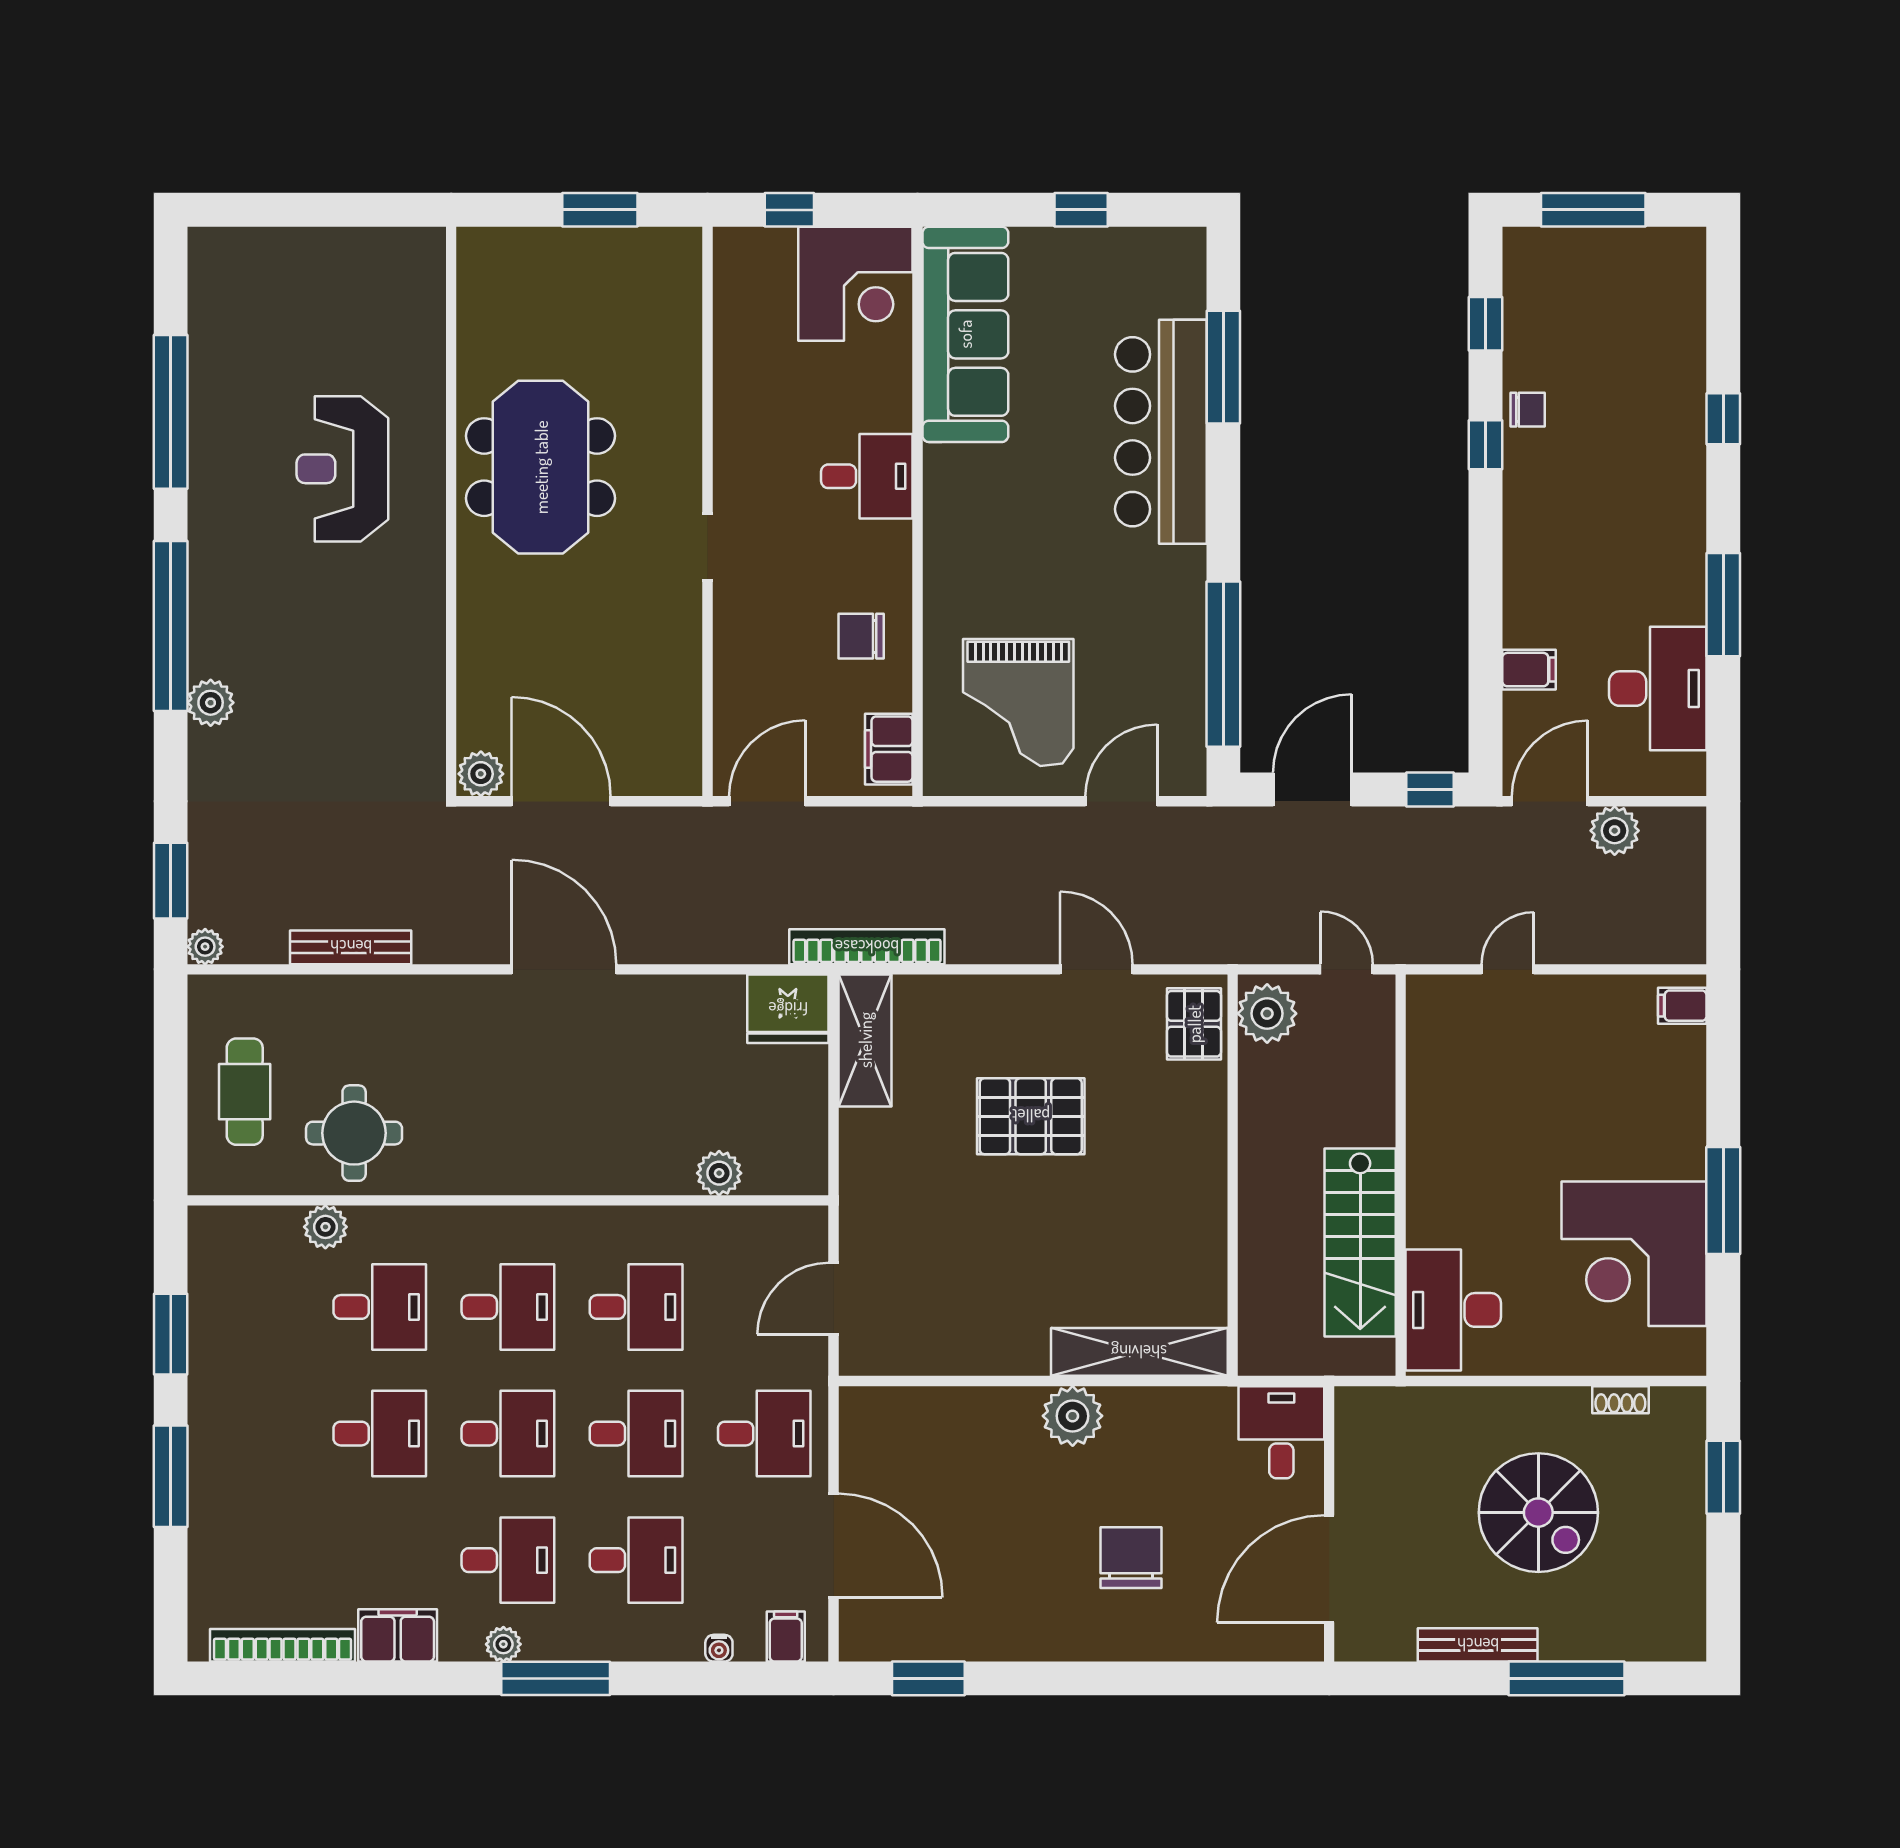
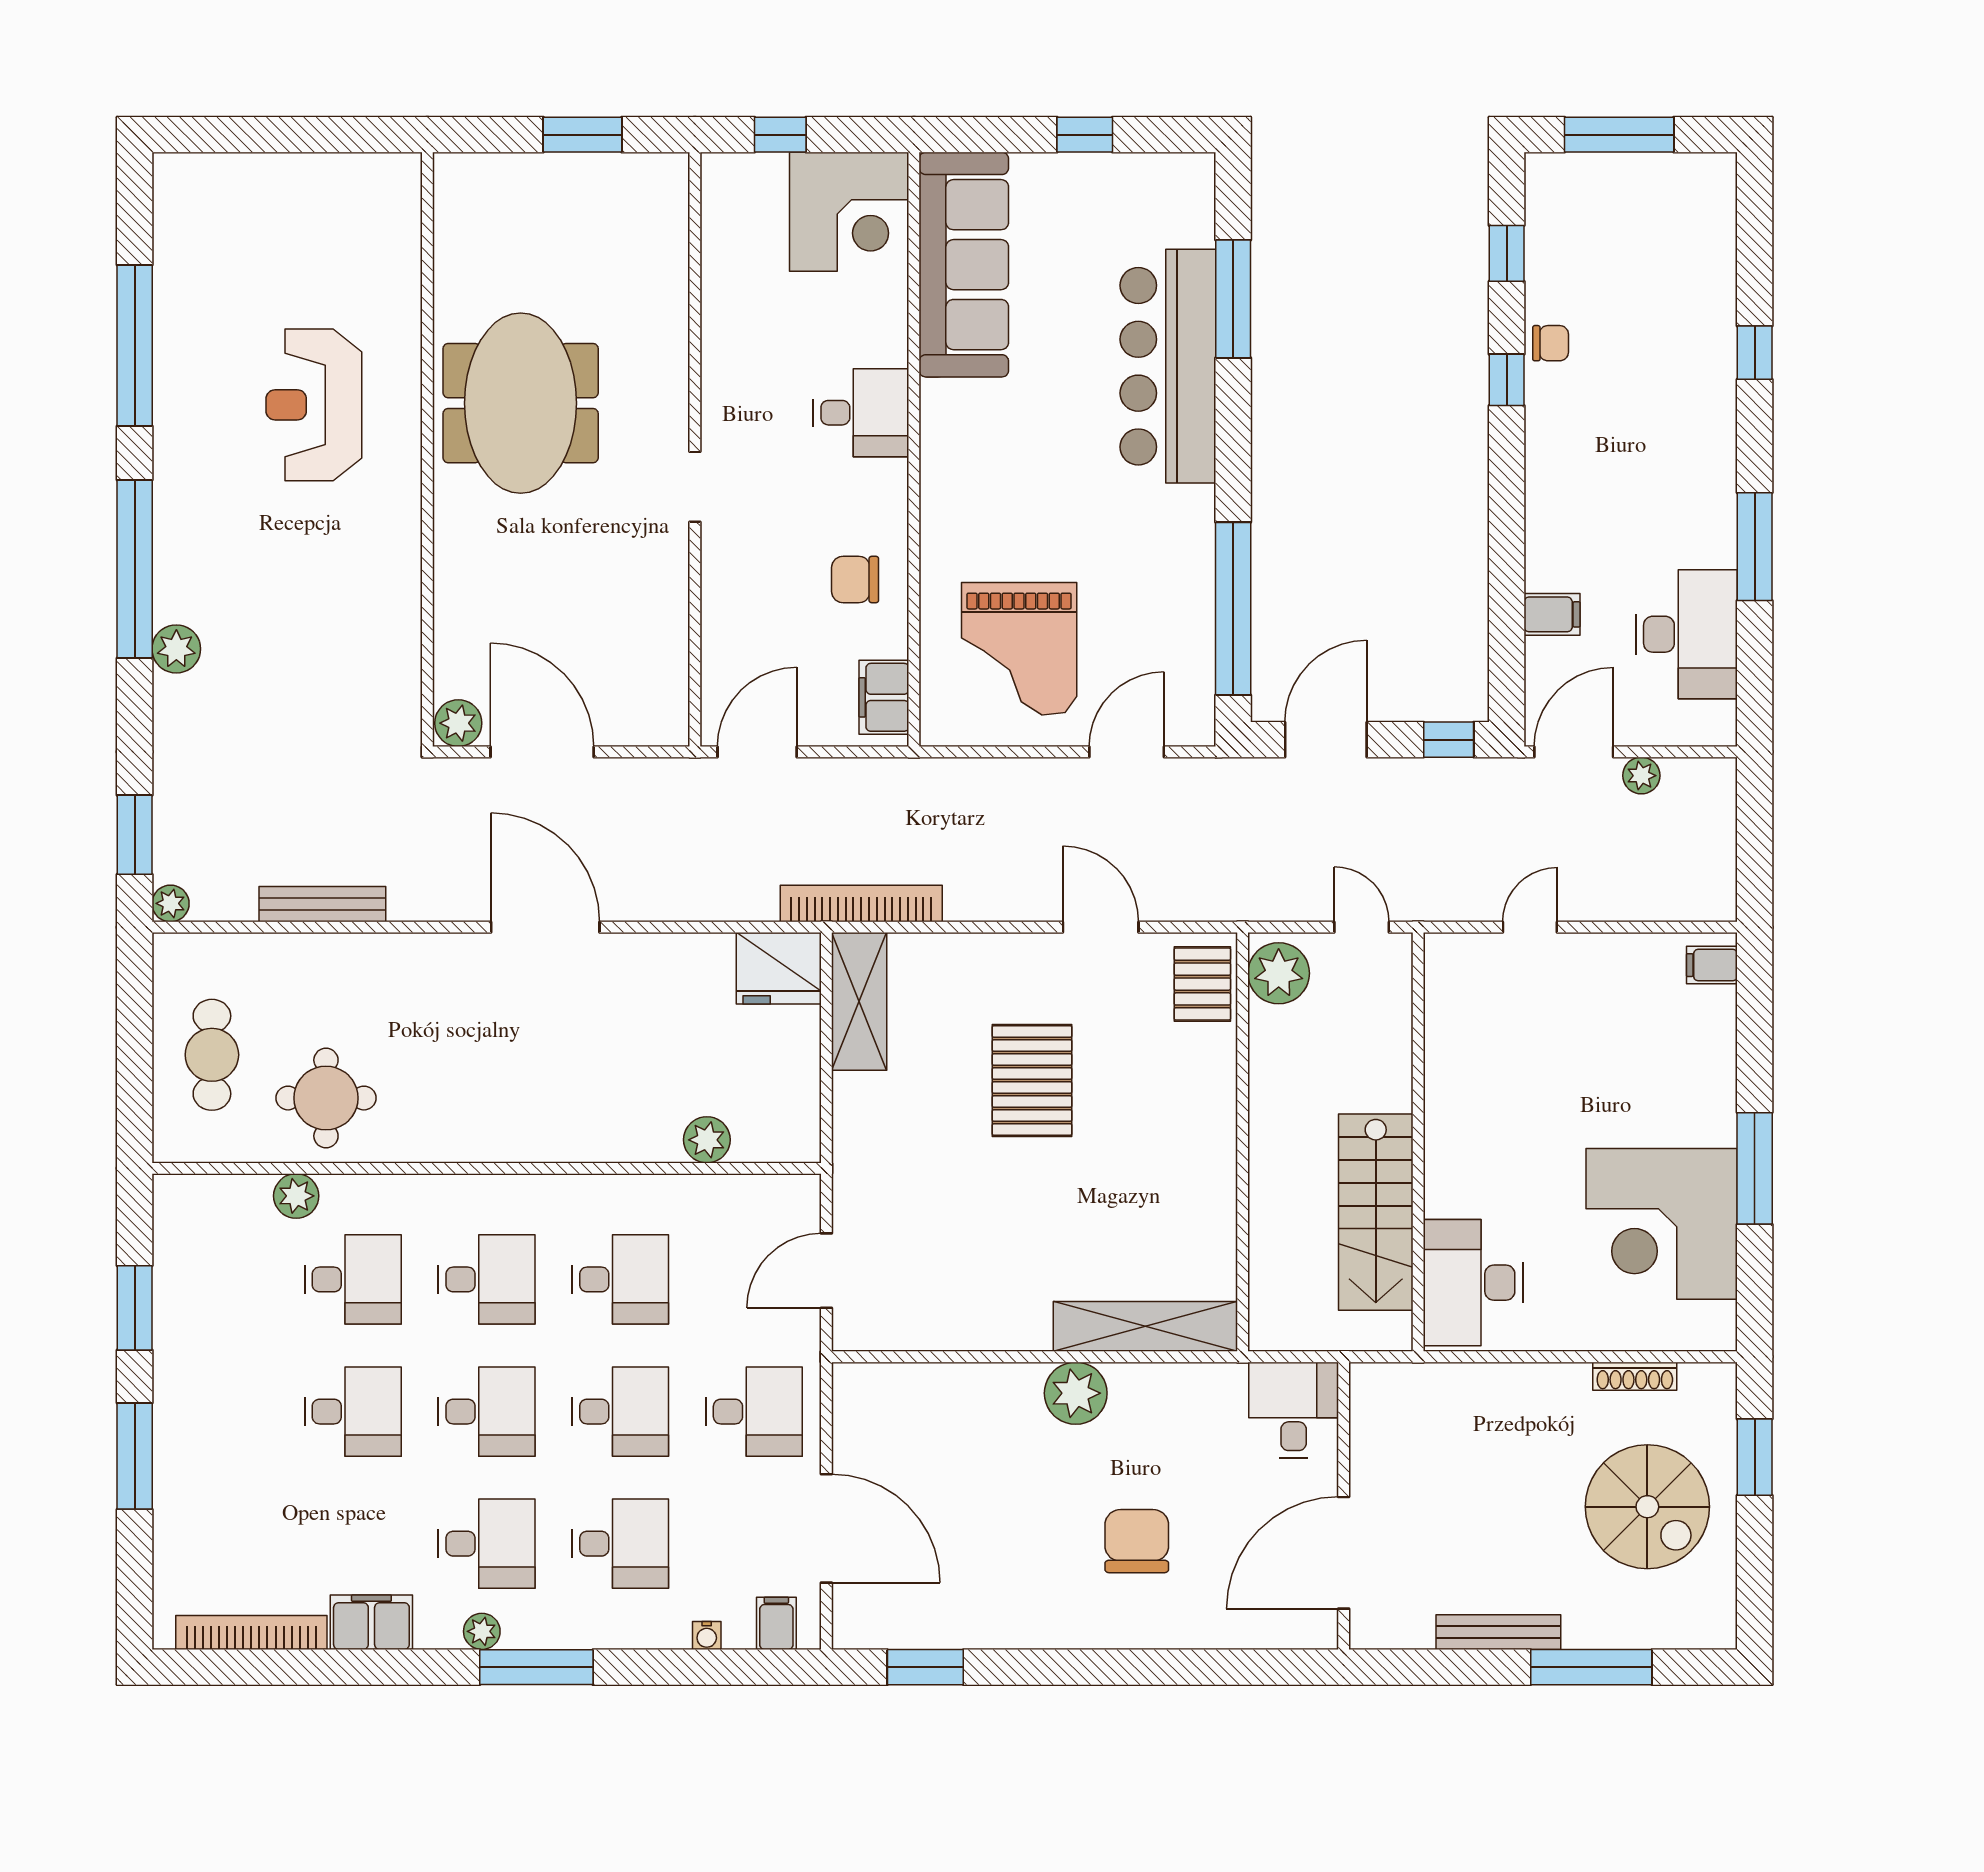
plant: (1615, 831) -> (1641, 776), width x0.73, depth x0.73
pallet: (1031, 1116) -> (1032, 1080), turned 90
shoe rack: (1620, 1400) -> (1635, 1376), width x1.43
spiral stairs: (1538, 1513) -> (1647, 1507), moved

